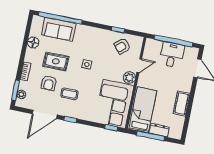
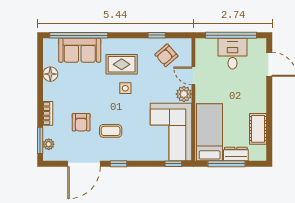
rug: (56, 61) -> (122, 64), moved
door: (139, 66) -> (193, 76), swing flipped
cot: (182, 104) -> (258, 129), moved

